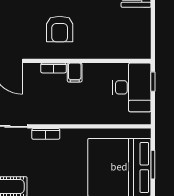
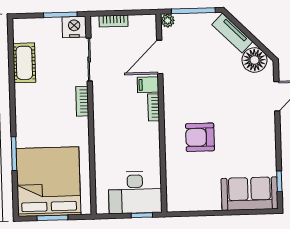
armchair: (60, 29) -> (200, 137), moved
filing cabinet: (75, 73) -> (148, 85), moved

